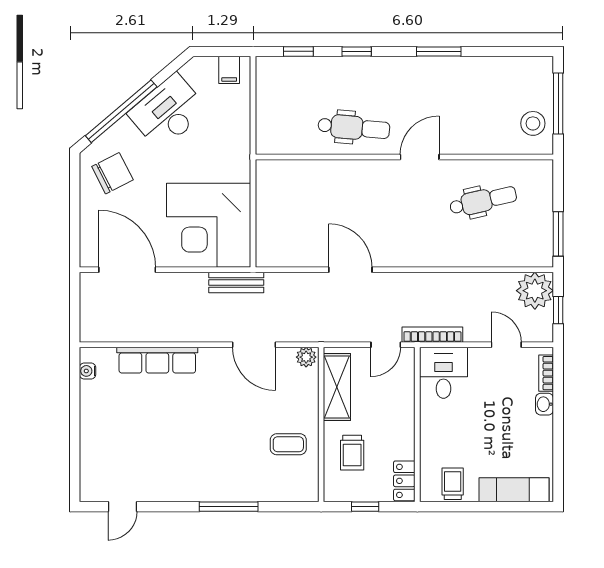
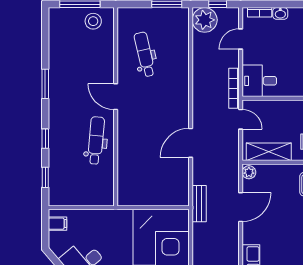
bench: (236, 282) -> (199, 204), moved

